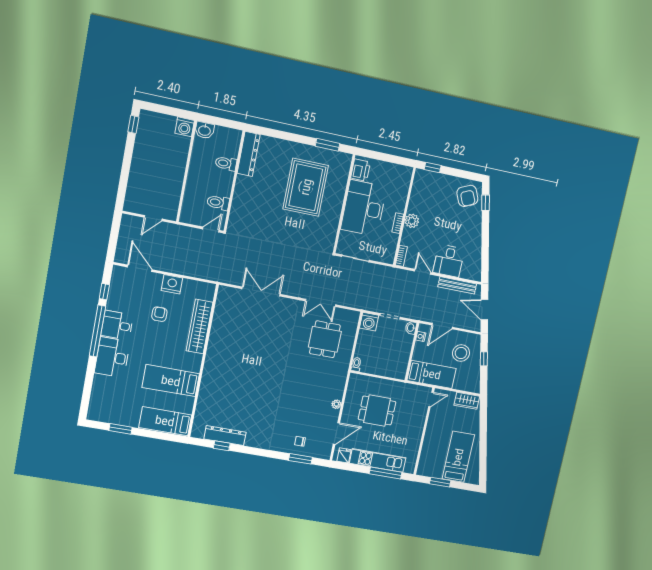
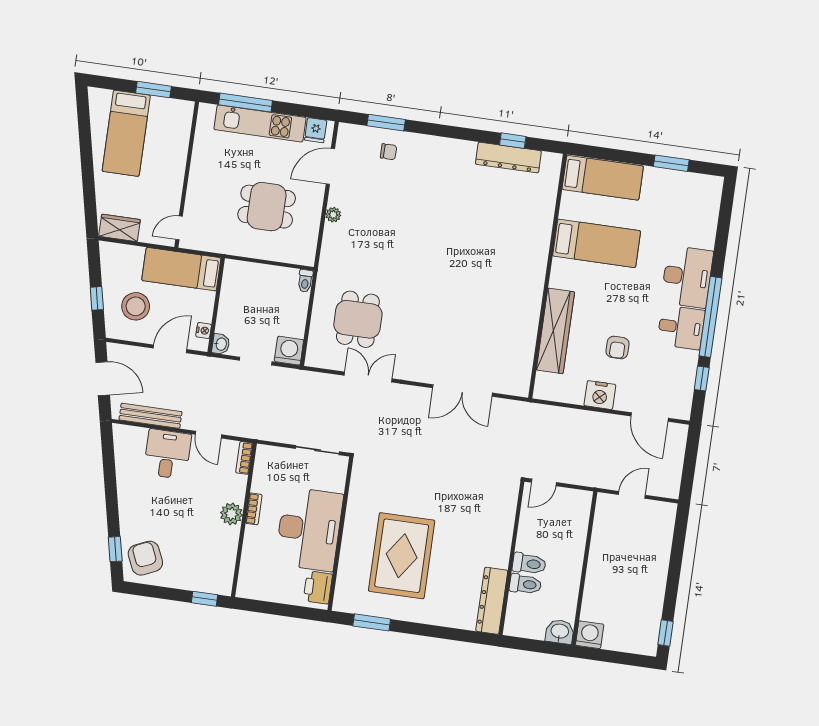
toilet: (218, 203) -> (529, 564), moved

